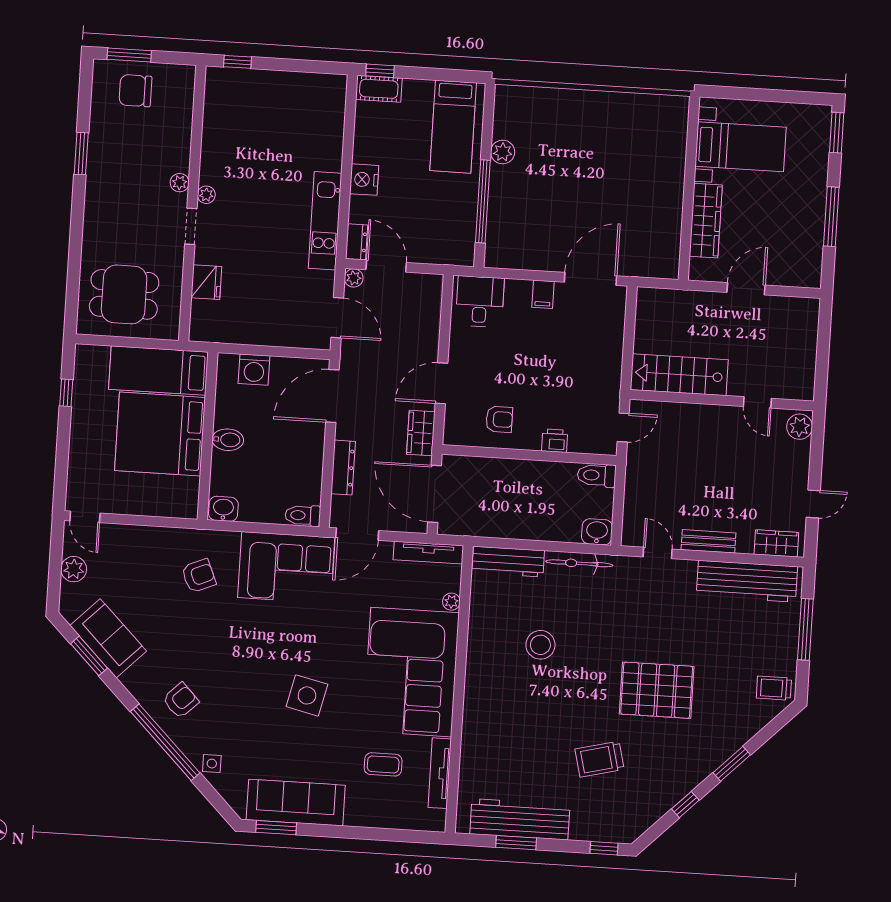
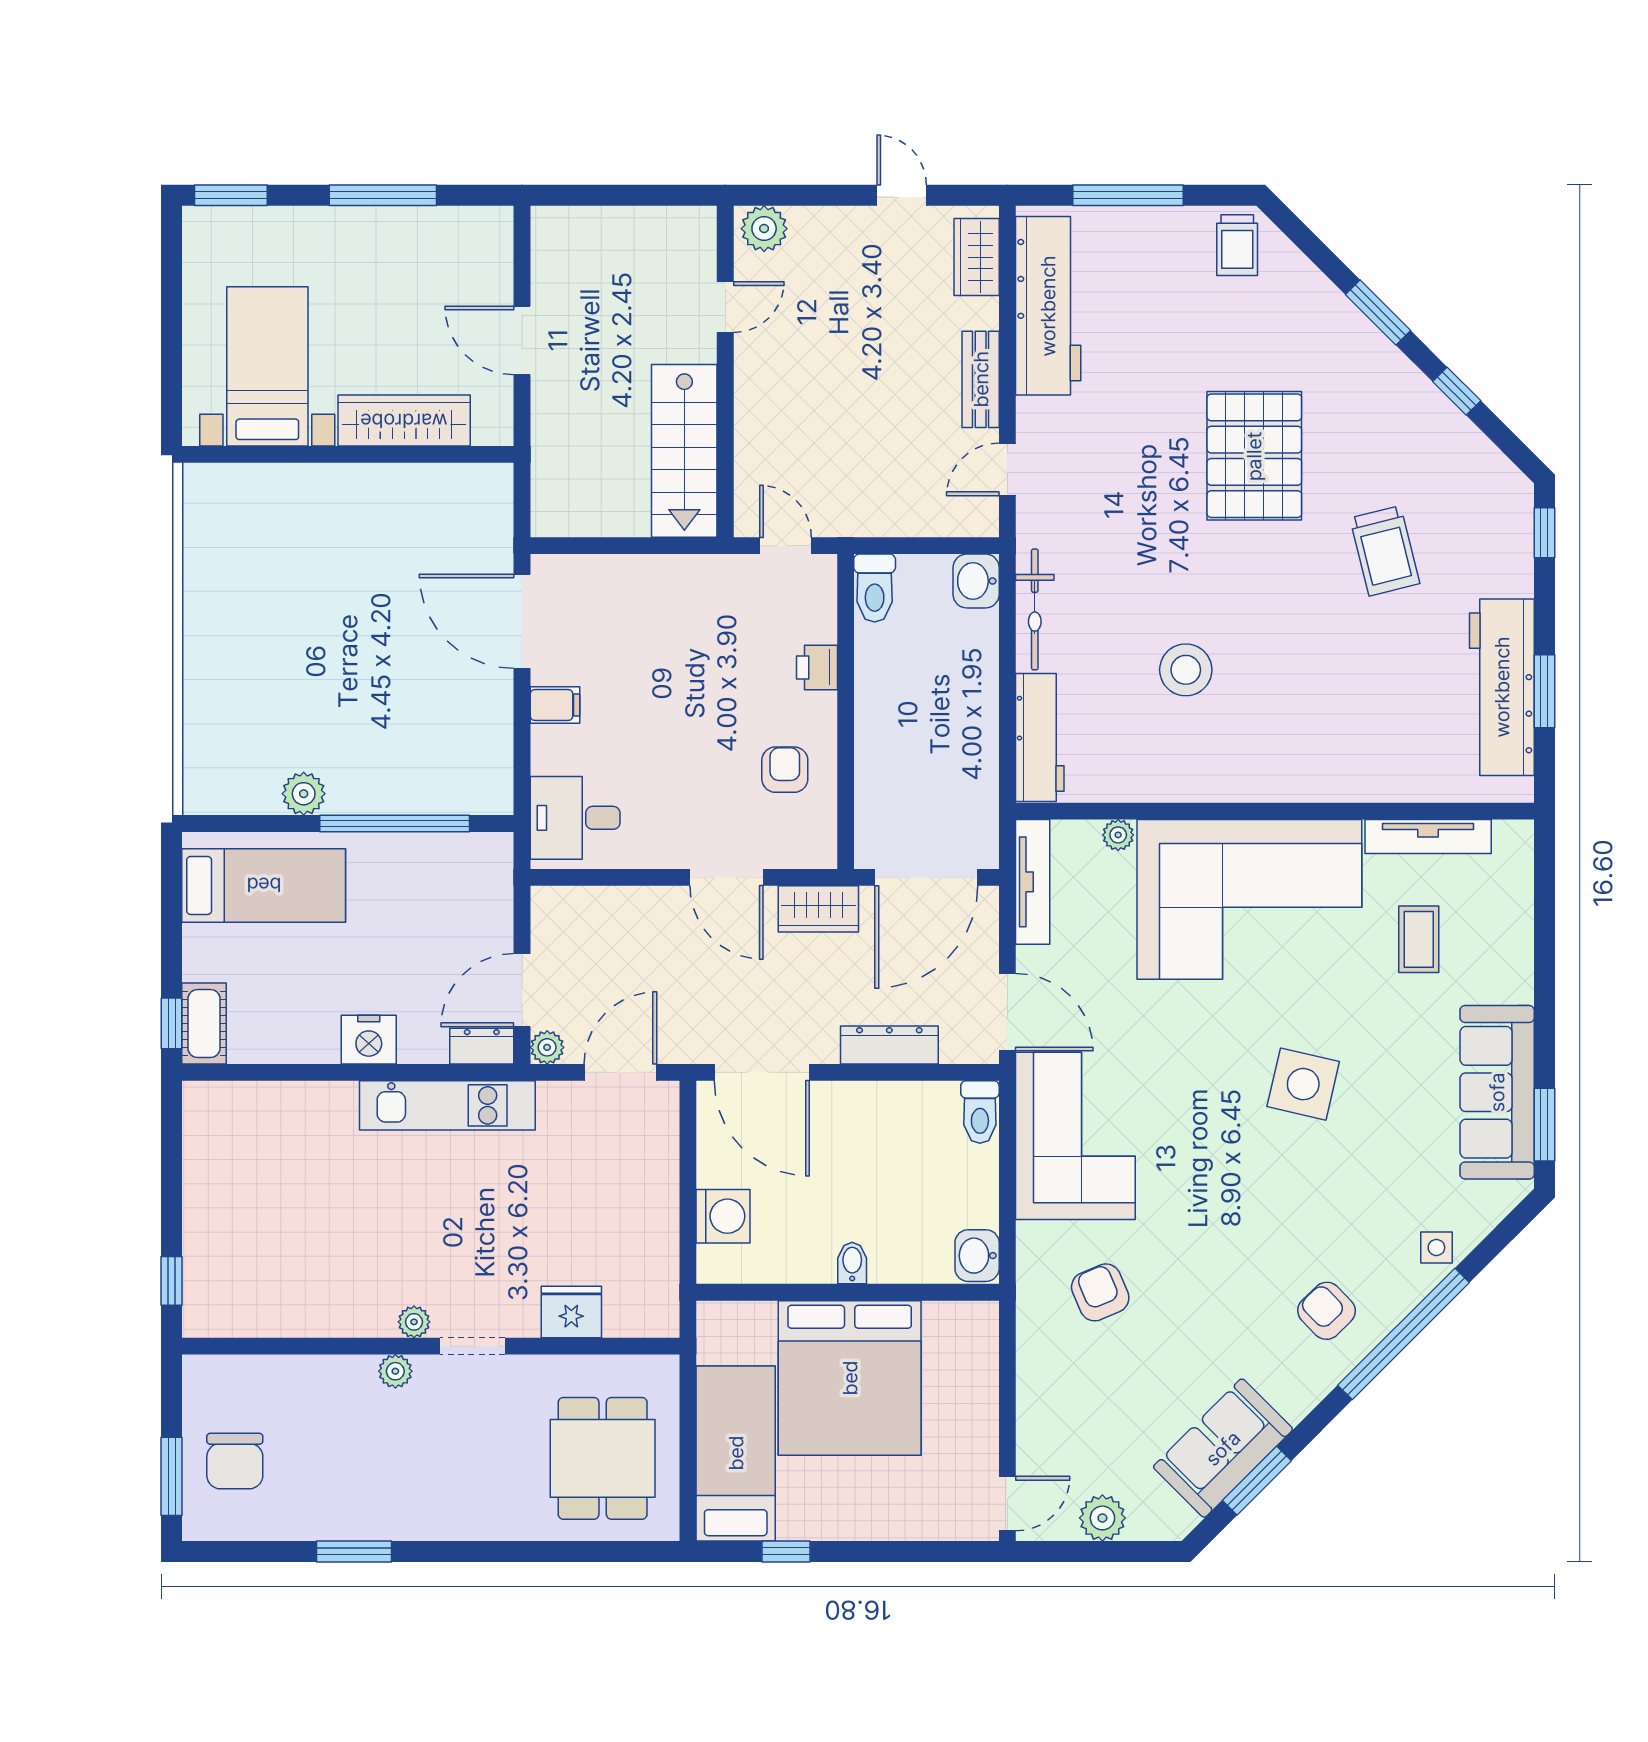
bed: (158, 371) -> (736, 1453), moved, turned 180
bidet: (228, 440) -> (852, 1263), width x0.72, depth x0.74

